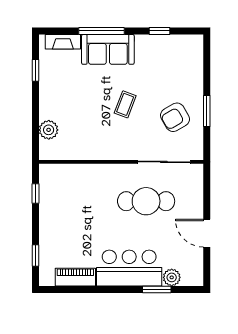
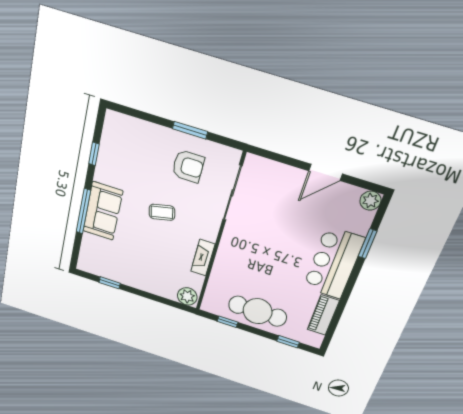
fireplace: (63, 42) -> (203, 258), moved, turned 180
coffee table: (125, 104) -> (162, 212), turned -34
armchair: (175, 117) -> (188, 166), turned -60
plant: (49, 130) -> (187, 296), moved
cafe table: (146, 201) -> (258, 311), moved, turned 90
plant: (172, 277) -> (370, 201), moved

